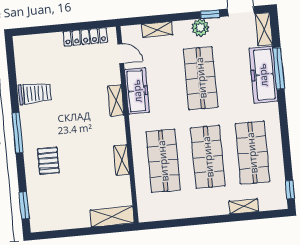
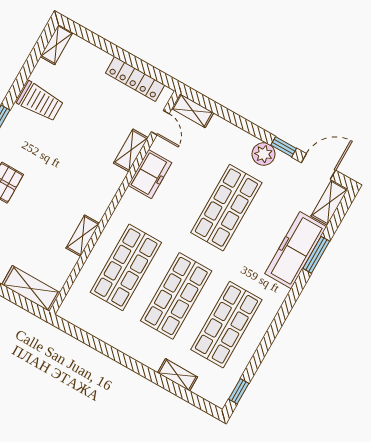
shelving: (157, 30) -> (193, 111), moved
shelving: (20, 50) -> (57, 45), added
window: (279, 68) -> (316, 255), width x0.69
freezer: (137, 91) -> (150, 174), width x0.71
shelving: (116, 100) -> (131, 150), moved

